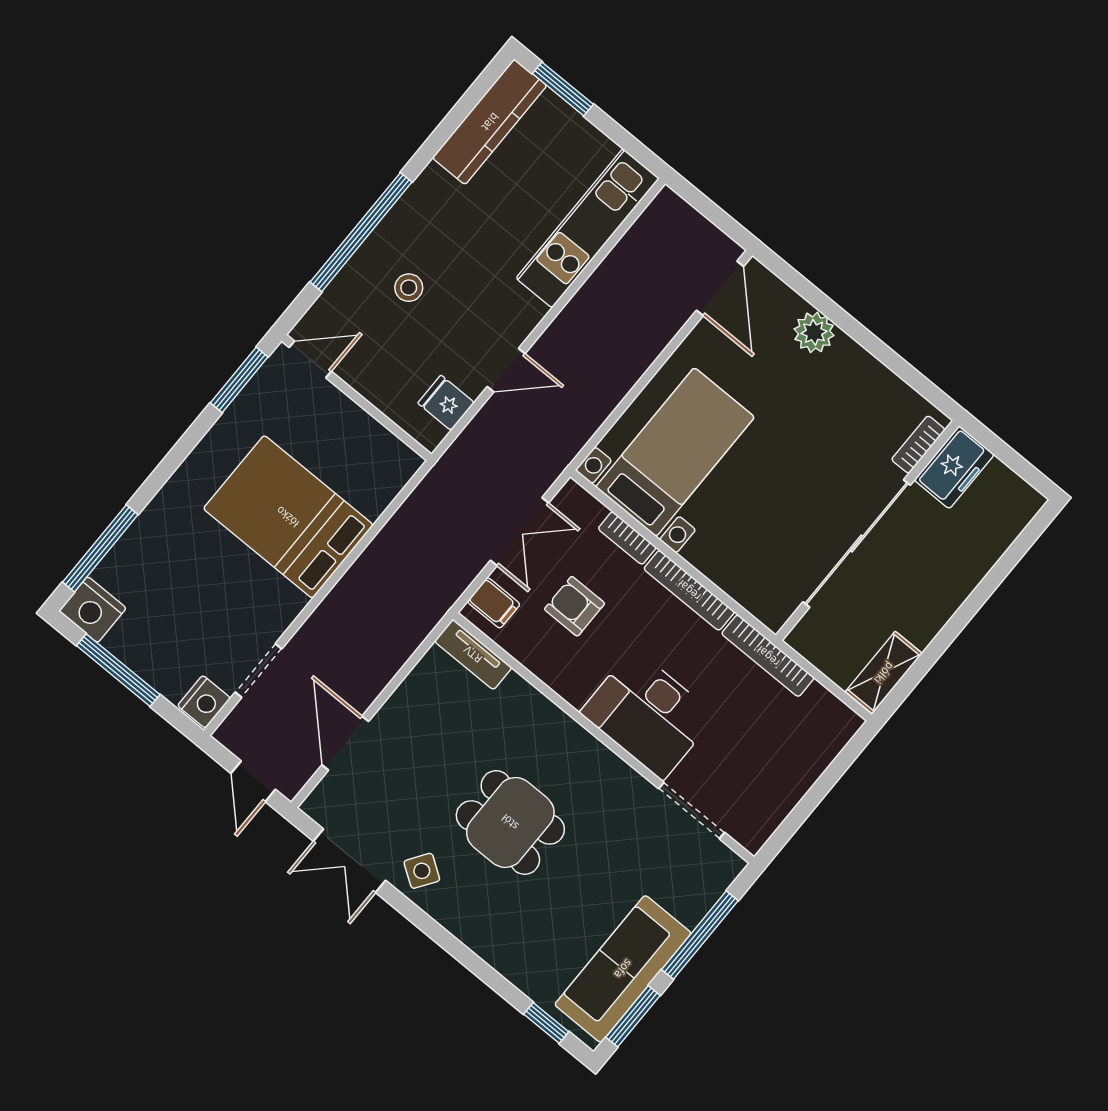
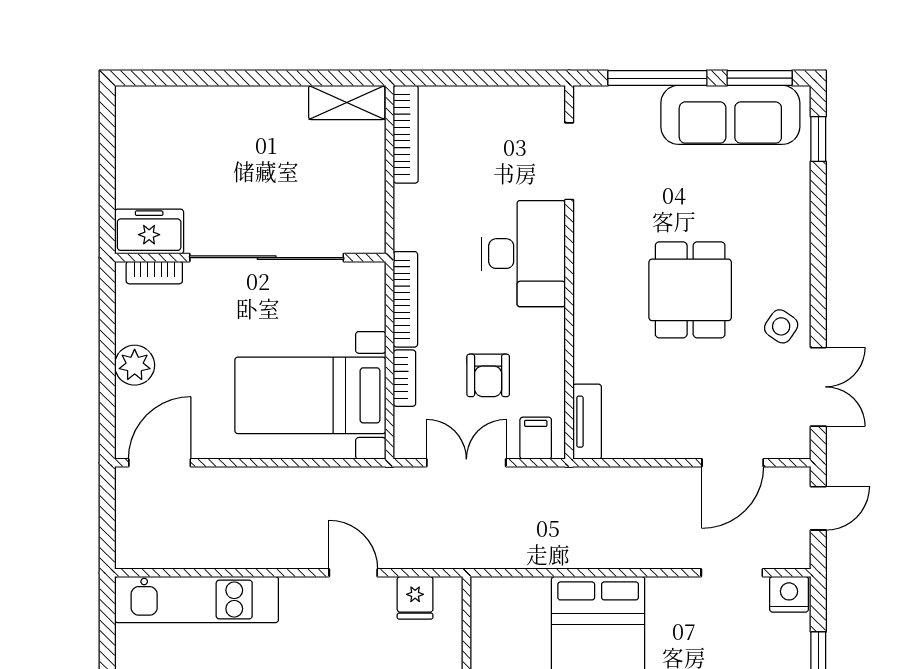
bookcase: (918, 445) -> (154, 273), moved
freezer: (954, 467) -> (149, 232), moved
wall: (867, 530) -> (250, 258), moved
sliding door: (857, 543) -> (267, 258), moved
bookcase: (768, 656) -> (406, 134), moved

